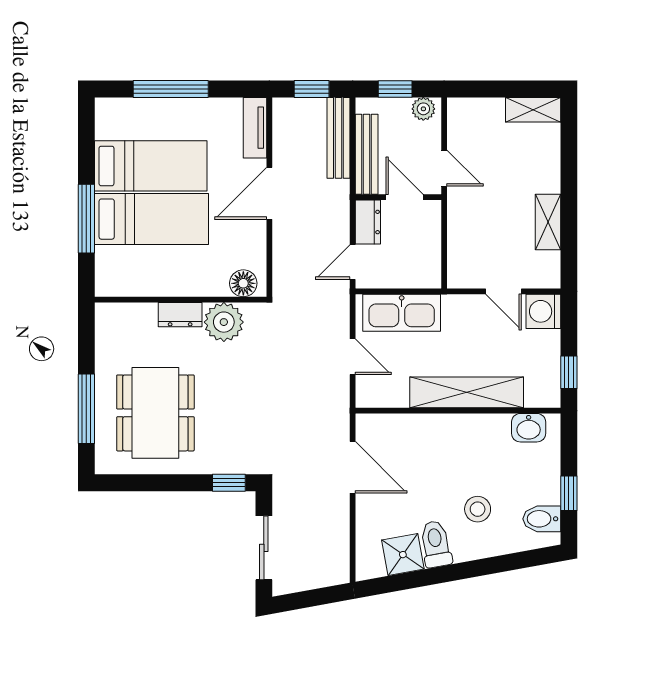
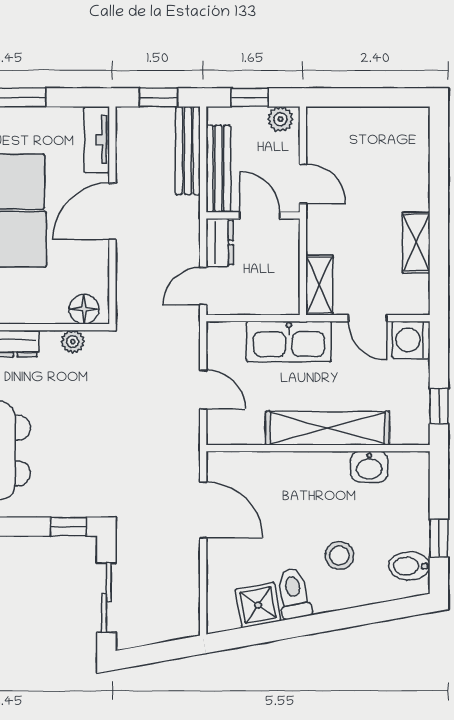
shelving: (533, 110) -> (319, 285), moved, turned 90
kitchen sink: (402, 313) -> (289, 341), moved
plant: (224, 322) -> (73, 342), width x0.53, depth x0.53
washbasin: (529, 428) -> (369, 467), moved

